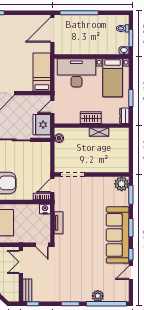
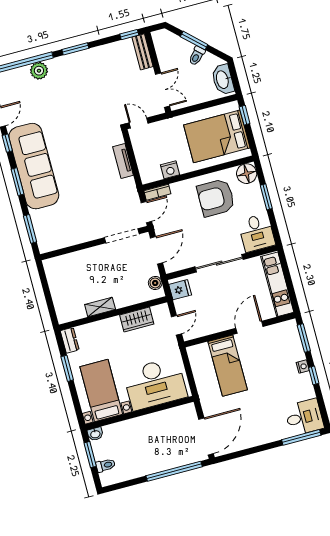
bed: (42, 72) -> (228, 366), moved
wardrobe: (91, 118) -> (137, 319), moved
fridge: (42, 125) -> (180, 290), width x0.53, depth x0.75
door: (52, 159) -> (157, 250), added
plant: (122, 184) -> (48, 241), removed
nightstand: (45, 209) -> (170, 170), moved

